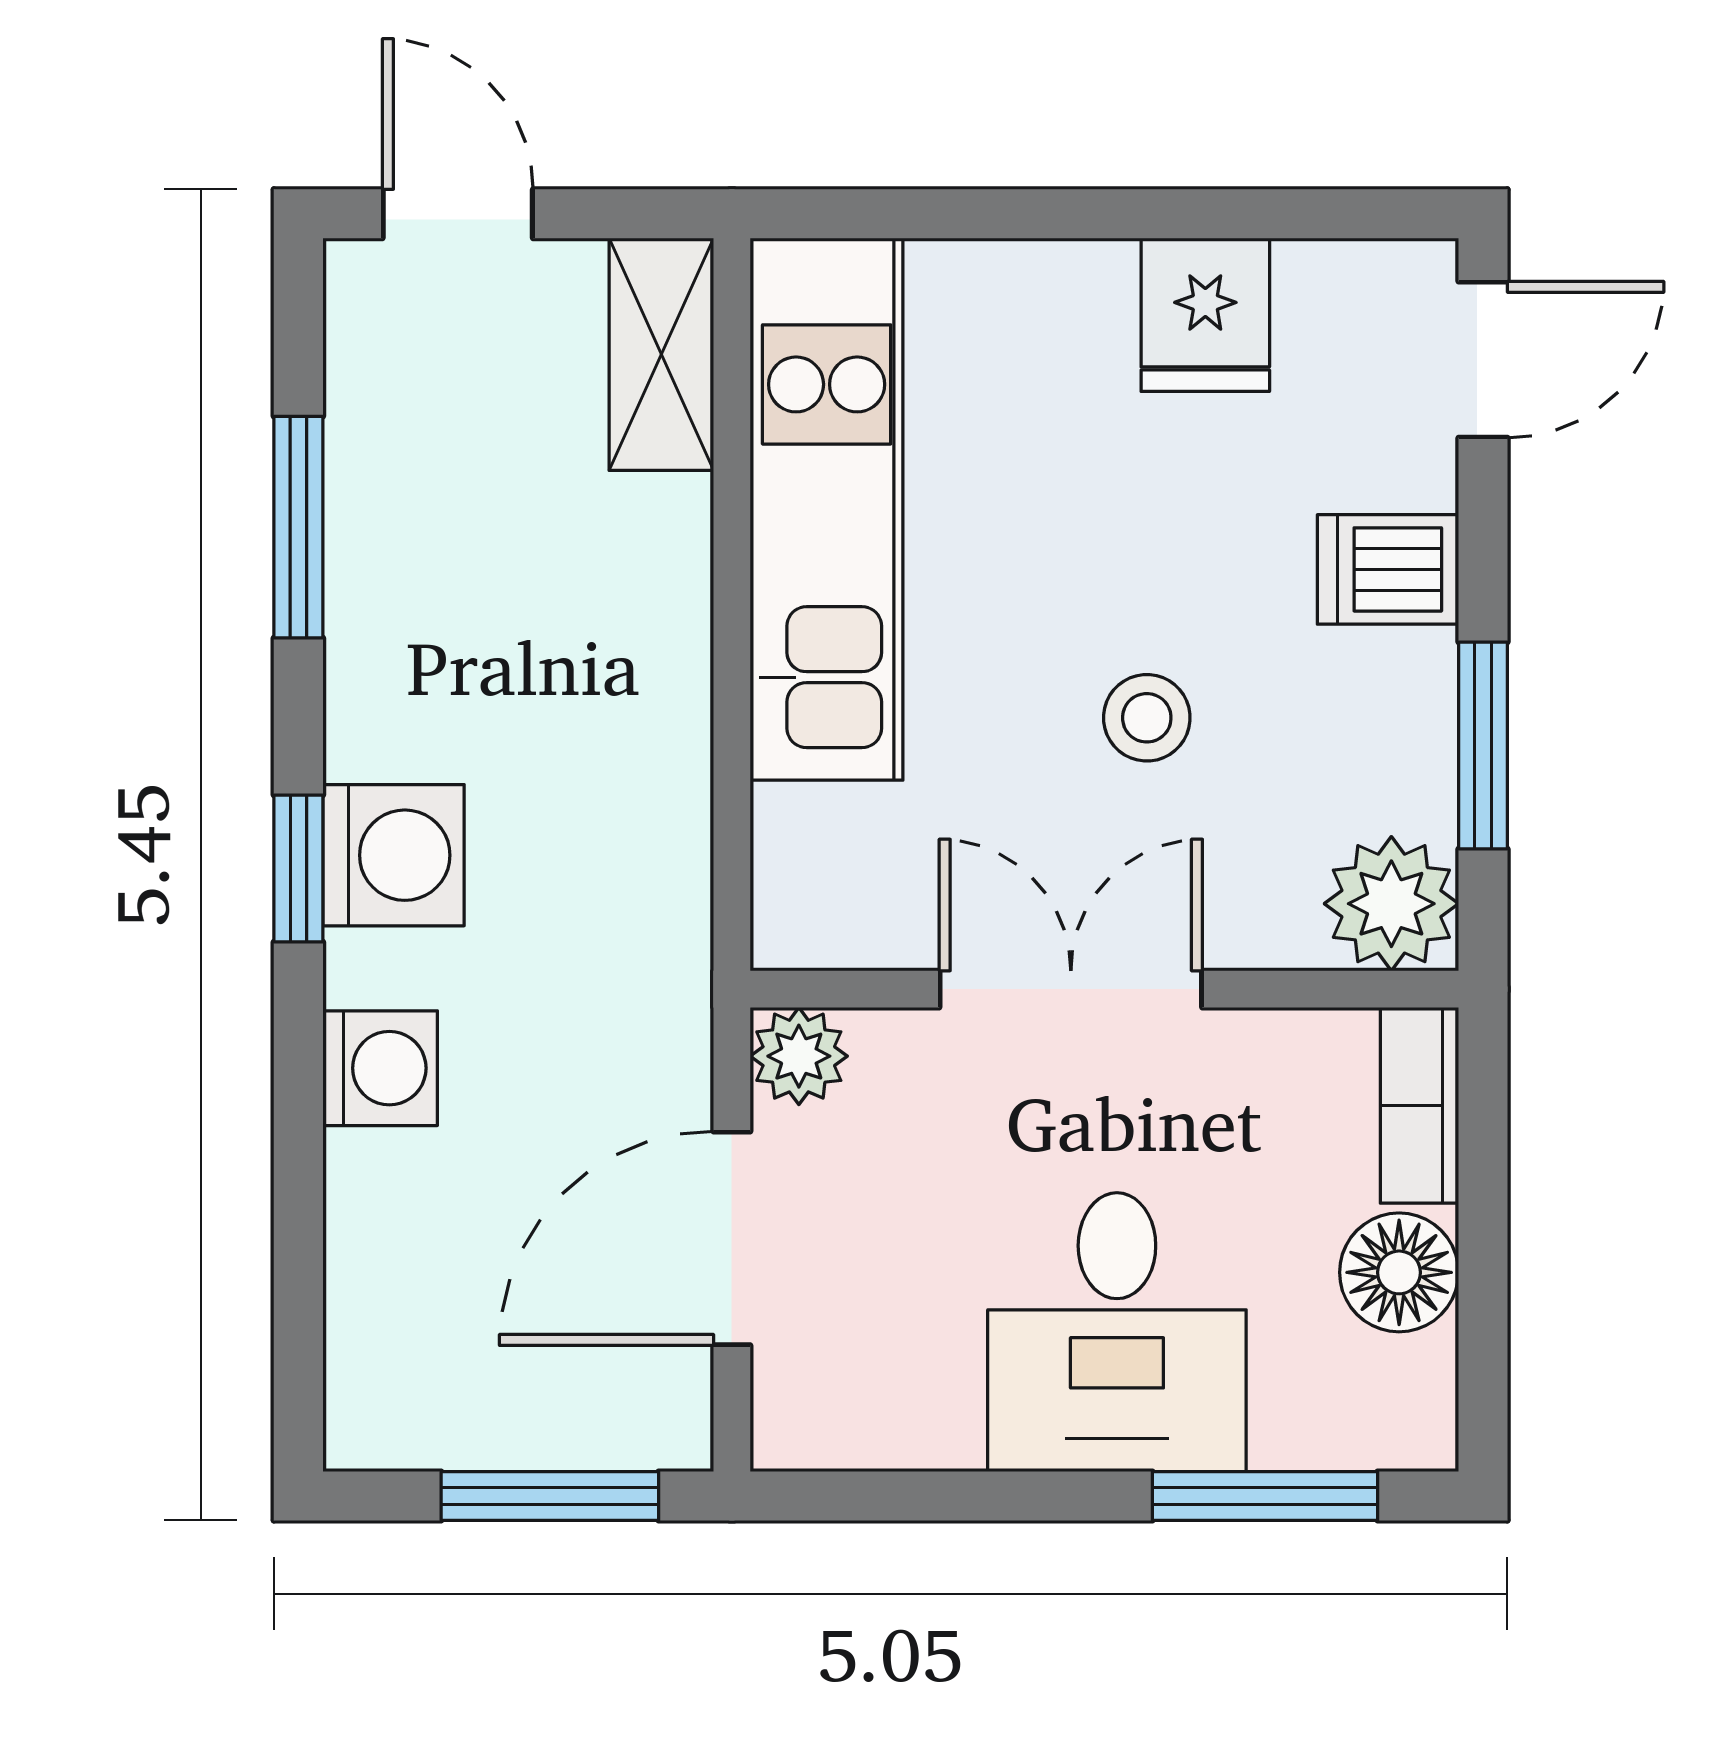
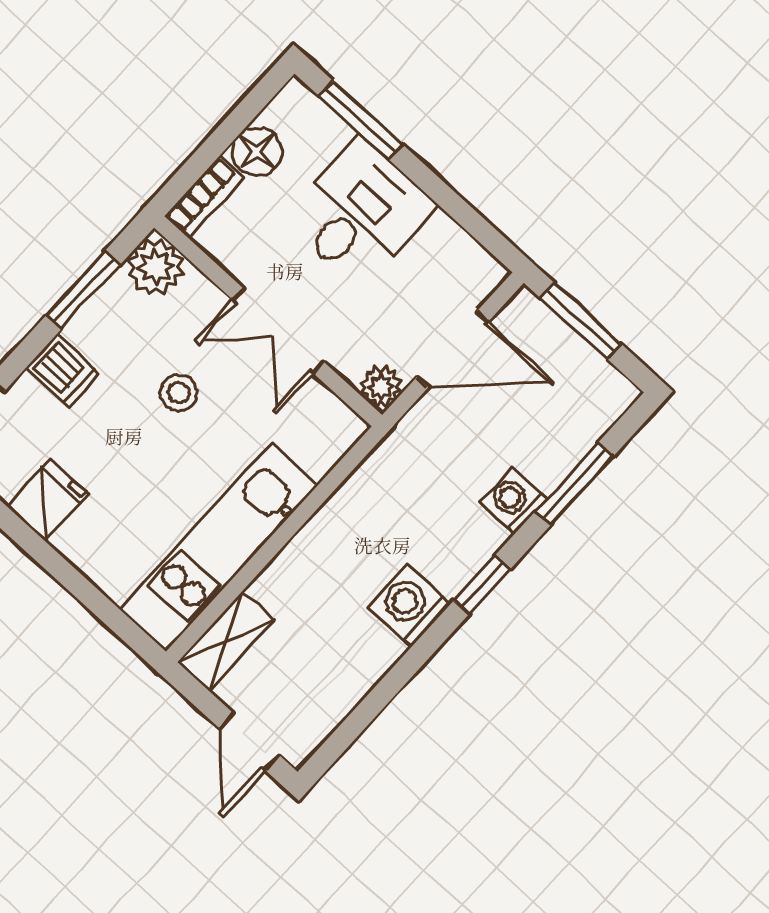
window: (298, 527) -> (575, 483), moved
washing machine: (393, 855) -> (410, 605), moved

